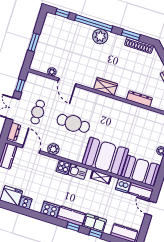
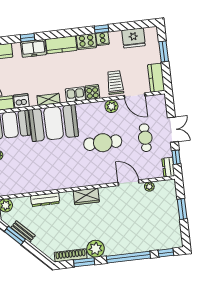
plant: (100, 36) -> (96, 249), moved
dresser: (14, 132) -> (168, 167), moved
trolley: (42, 167) -> (115, 83), added
cooker: (25, 203) -> (103, 39), moved
window: (73, 227) -> (102, 29), moved

